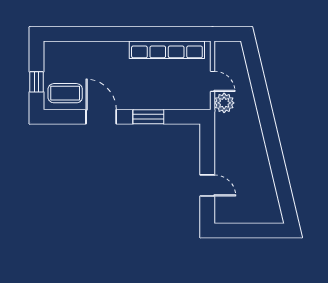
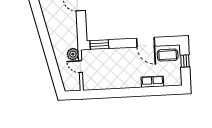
row of seats: (167, 50) -> (152, 82), moved, width x0.50
window: (148, 117) -> (99, 45), moved

